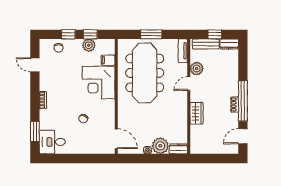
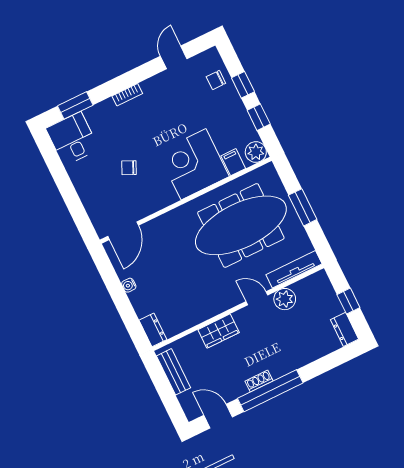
bench: (206, 44) -> (173, 372), moved
plant: (89, 45) -> (256, 152), moved
tv unit: (183, 51) -> (294, 269), width x1.41
plant: (160, 146) -> (144, 301), removed

